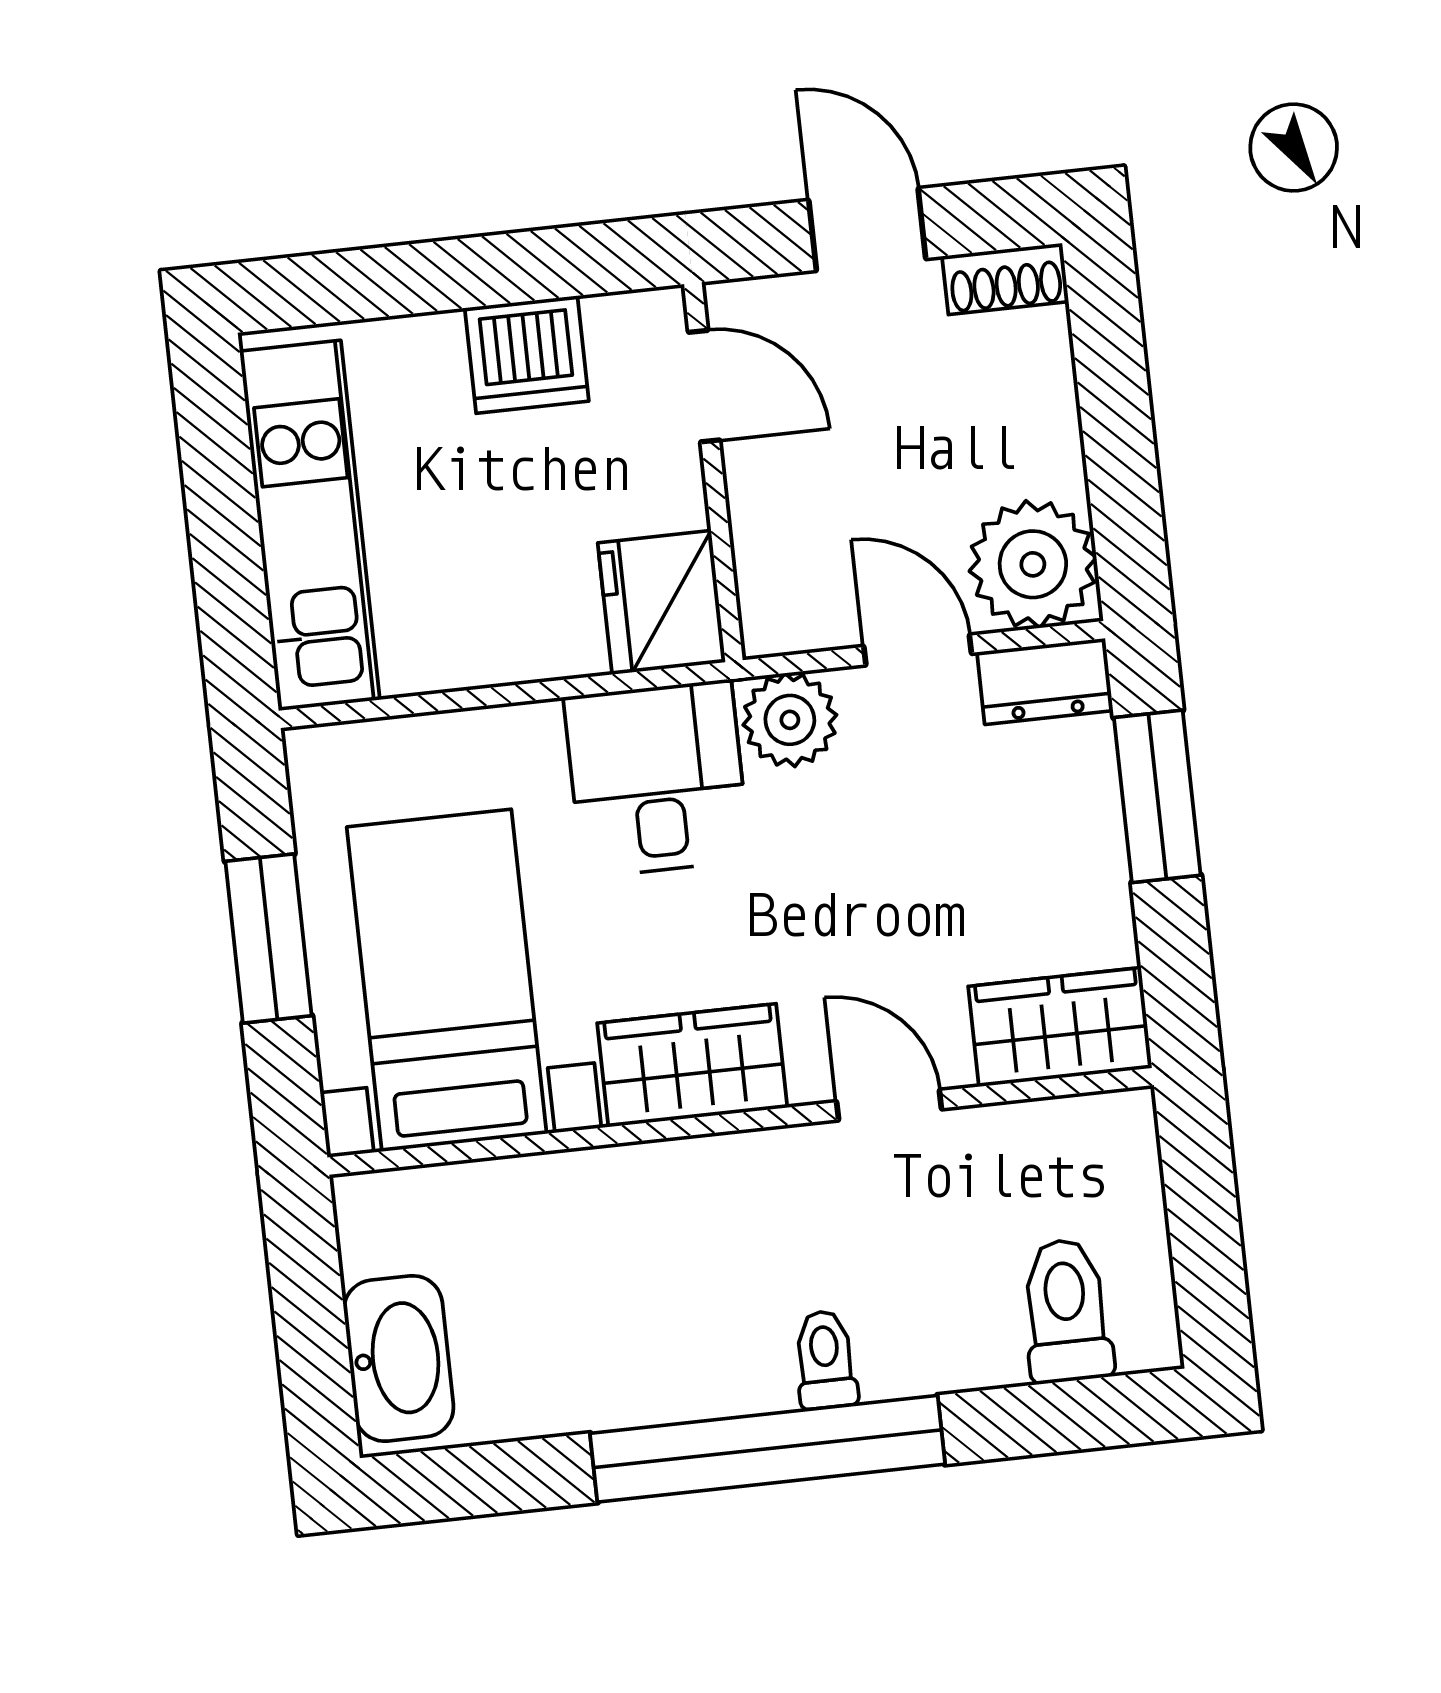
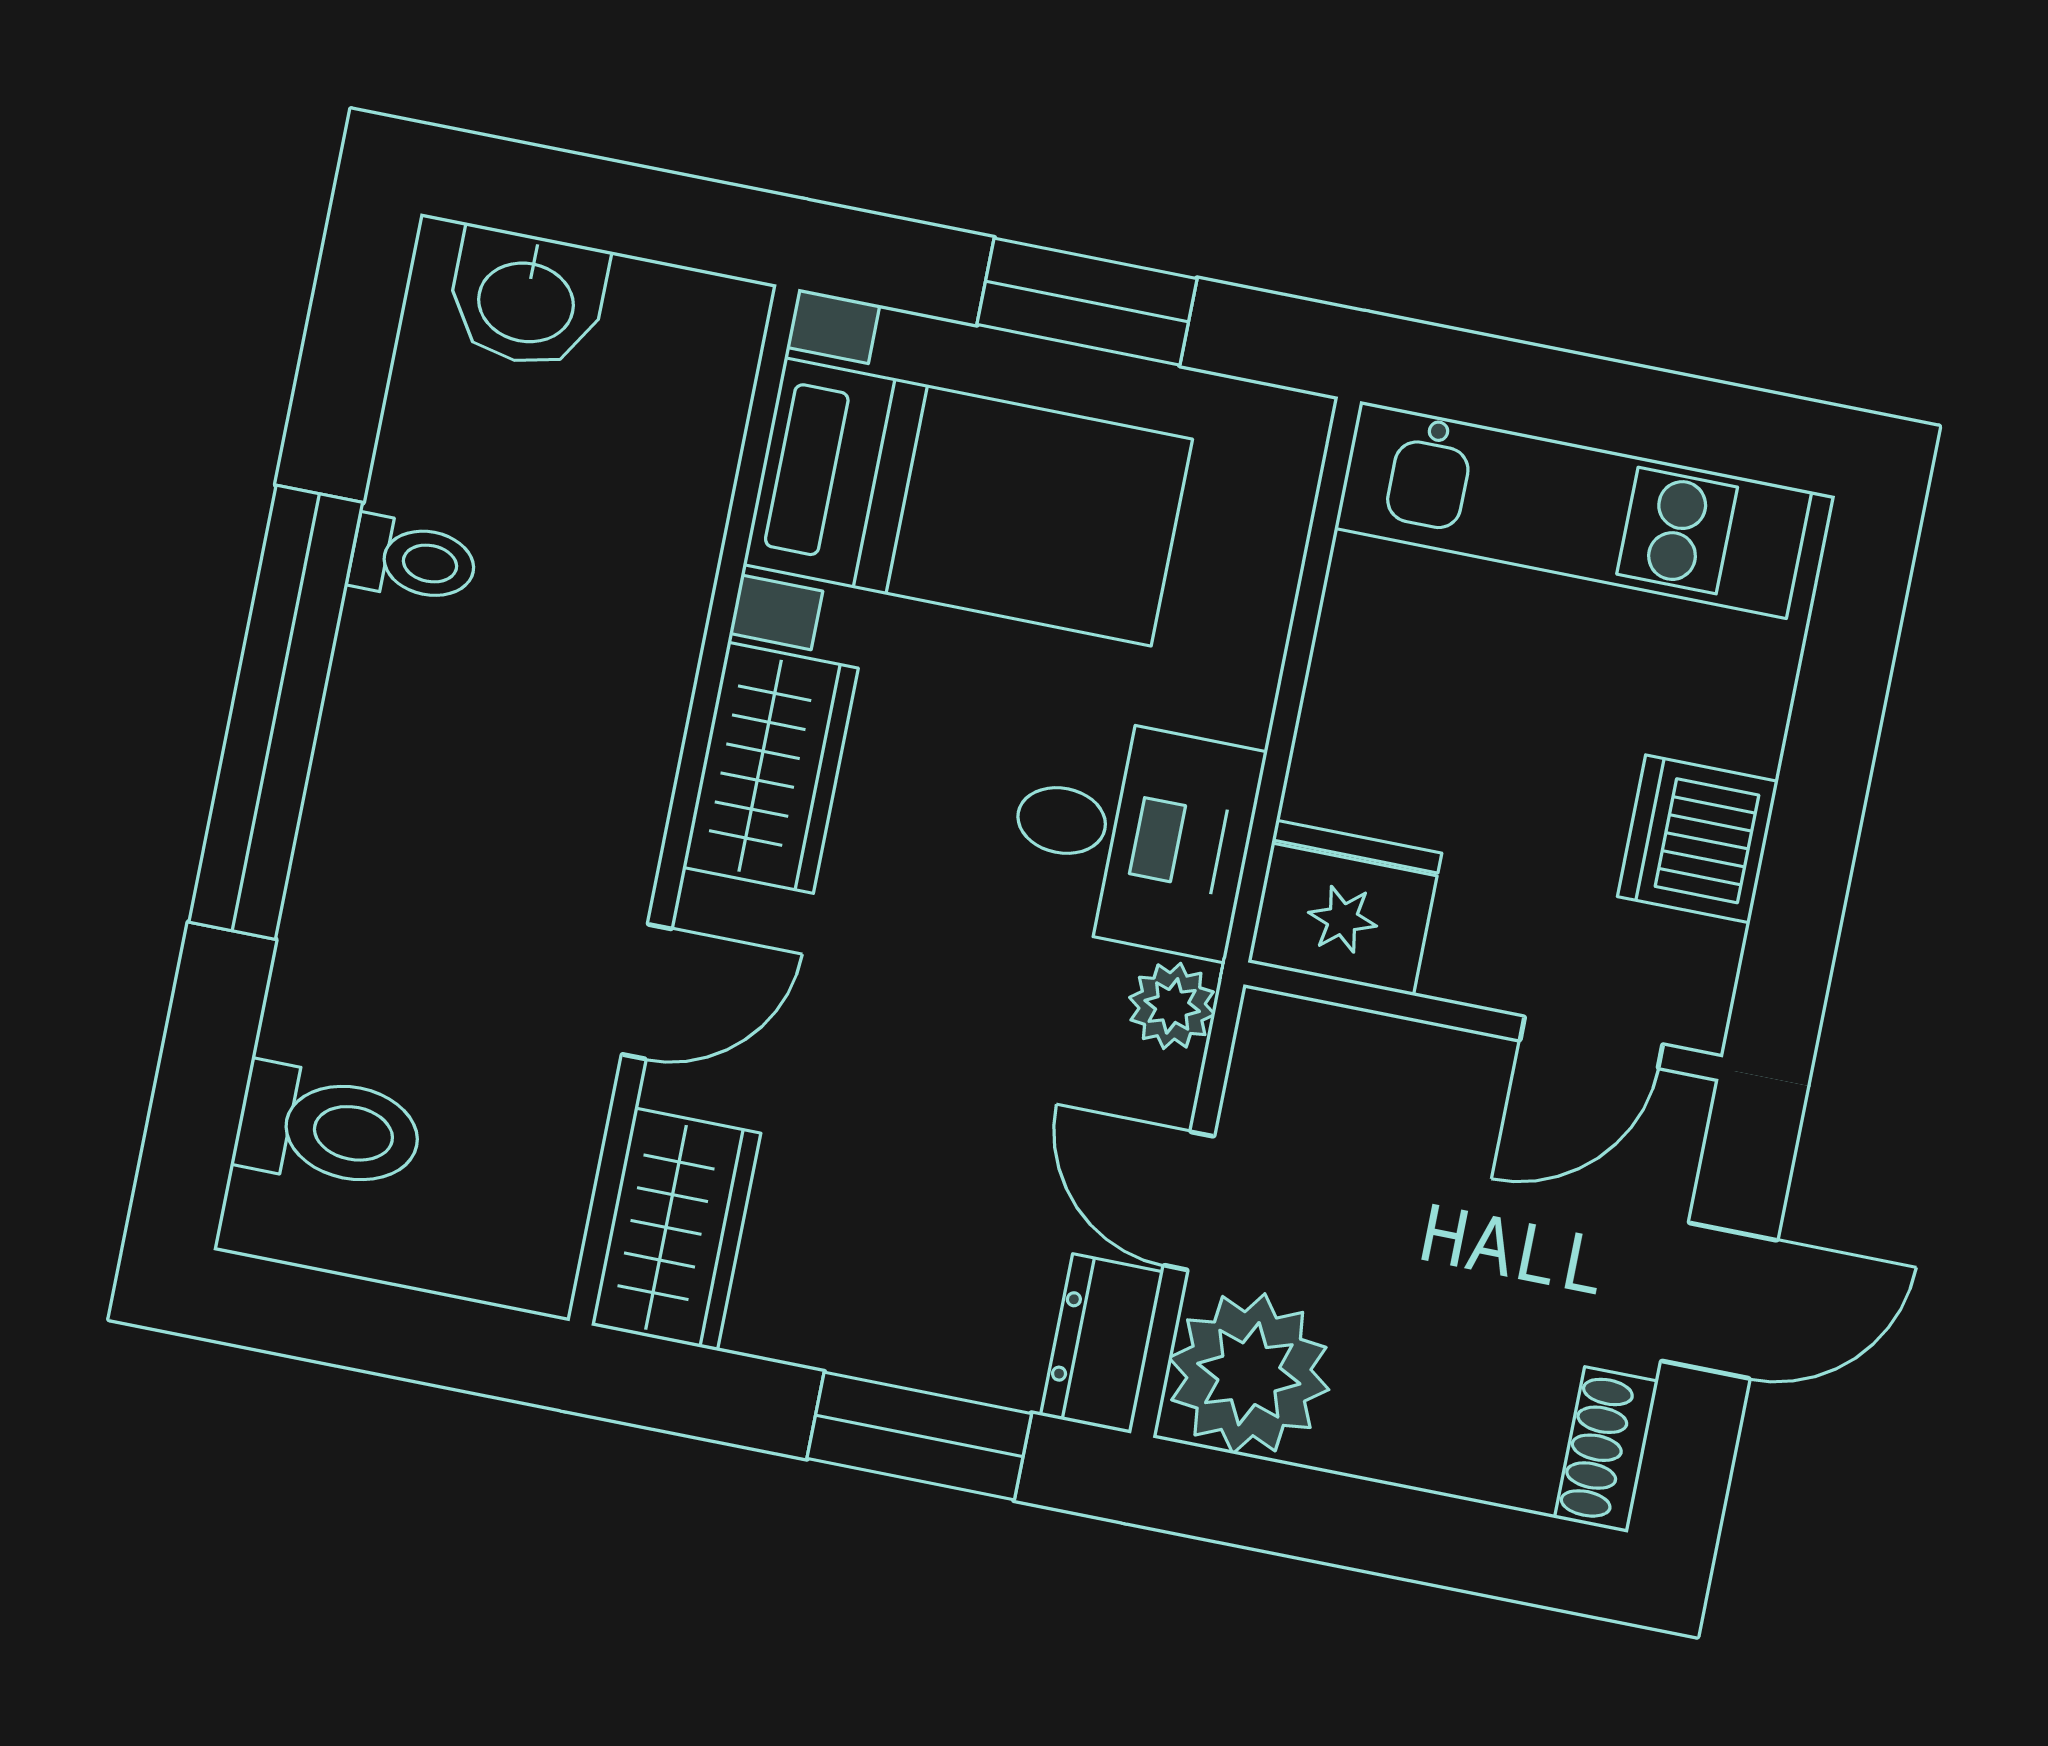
door: (918, 650) -> (1189, 1201), swing flipped
plant: (790, 720) -> (1172, 1006), width x0.73, depth x0.73
washbasin: (399, 1358) -> (527, 299), width x0.72
toilet: (825, 1360) -> (413, 560), moved

